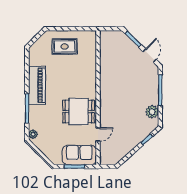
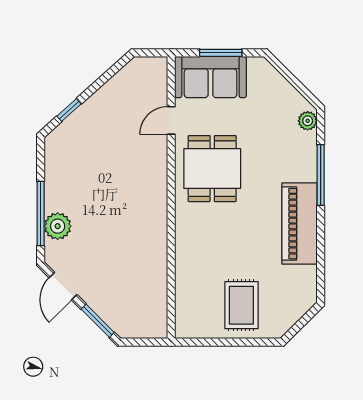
rug: (65, 46) -> (241, 305), turned 90
dining table: (78, 112) -> (212, 169), turned 90
plant: (152, 112) -> (58, 226), moved

